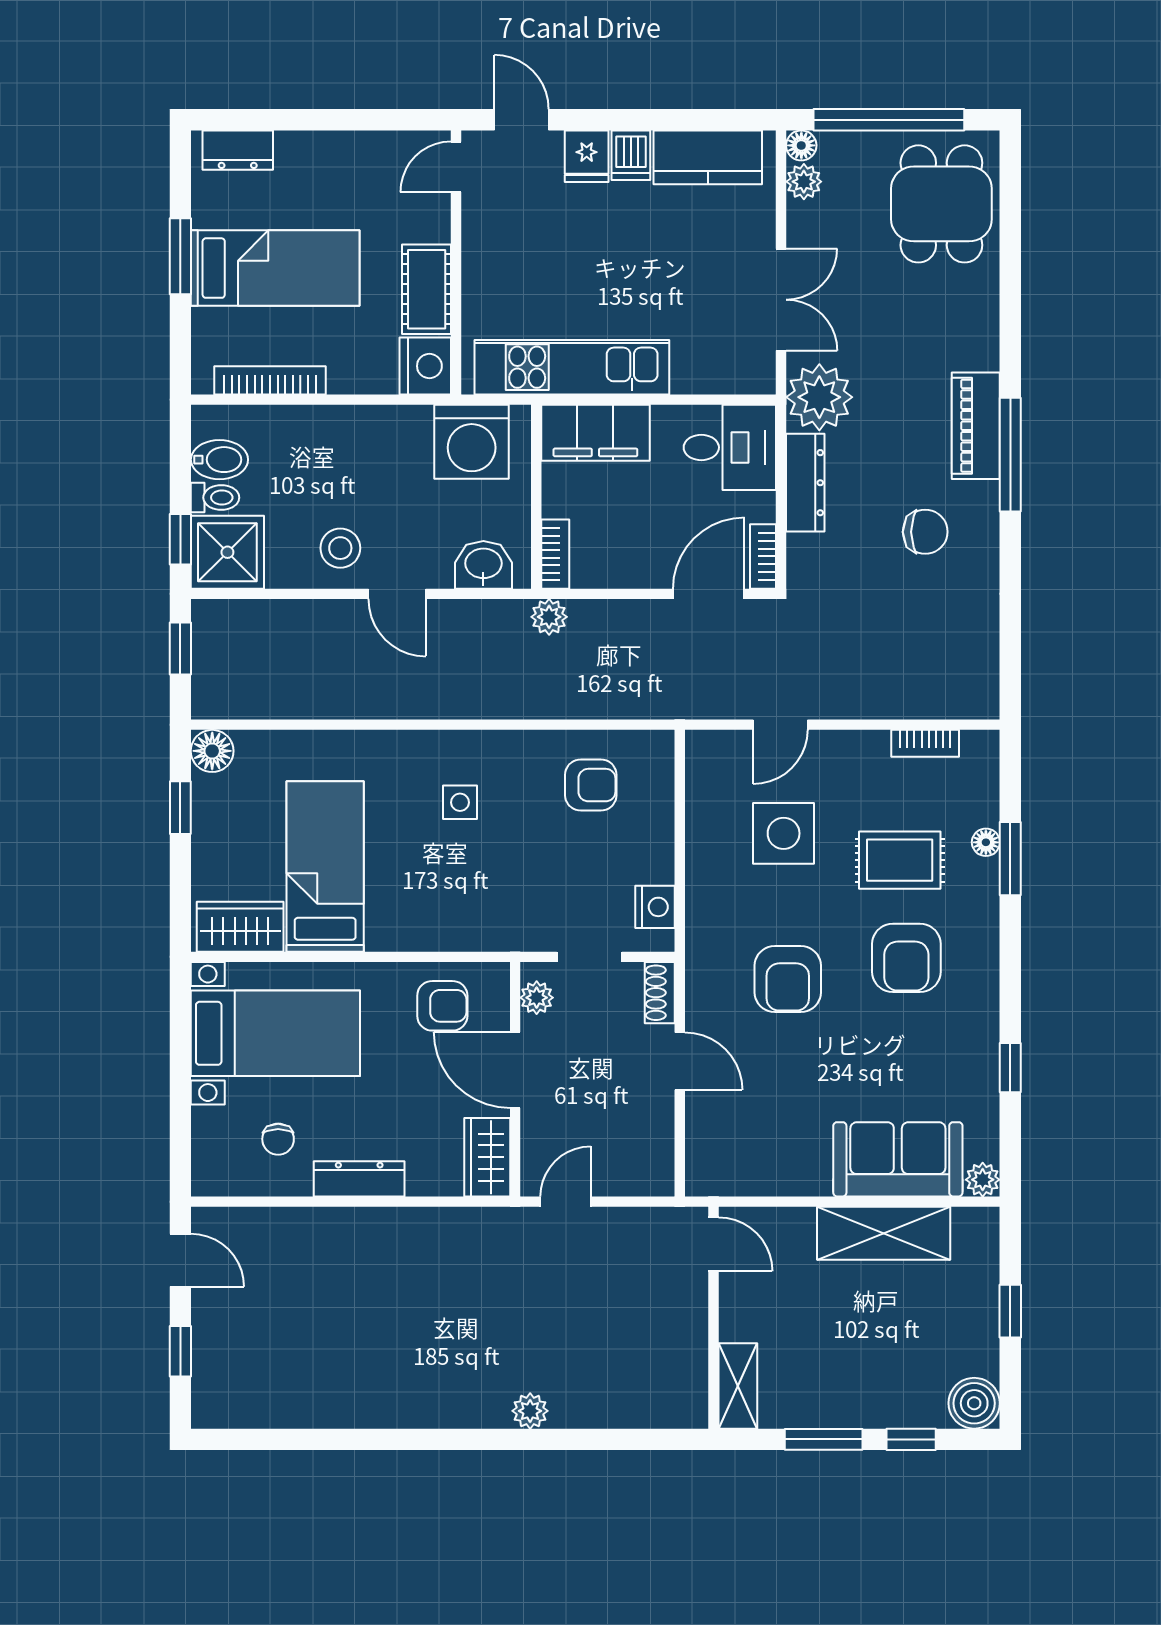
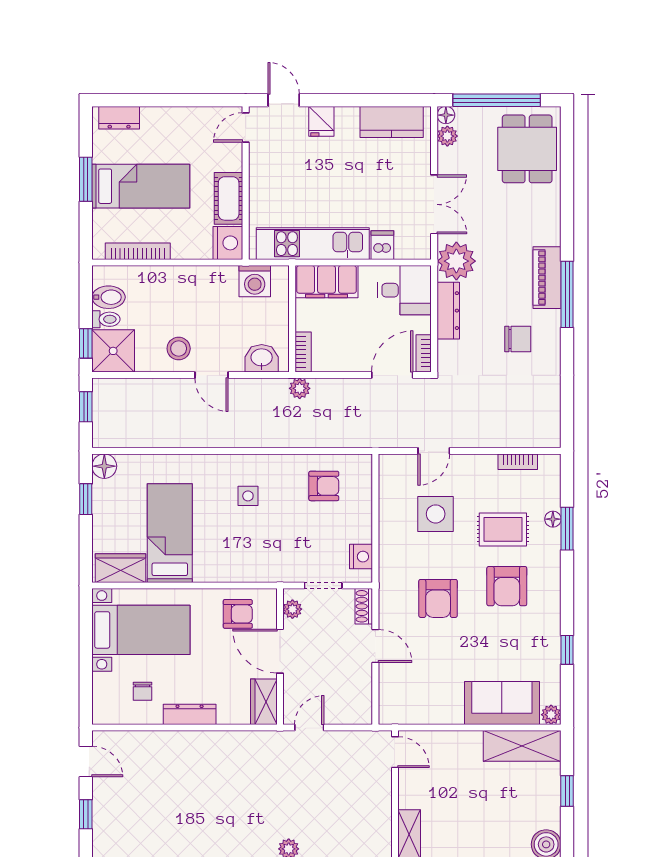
dishwasher: (631, 155) -> (382, 245), moved, turned 180
washing machine: (472, 442) -> (255, 281), width x0.73, depth x0.73
shelving: (884, 1233) -> (522, 746), moved

